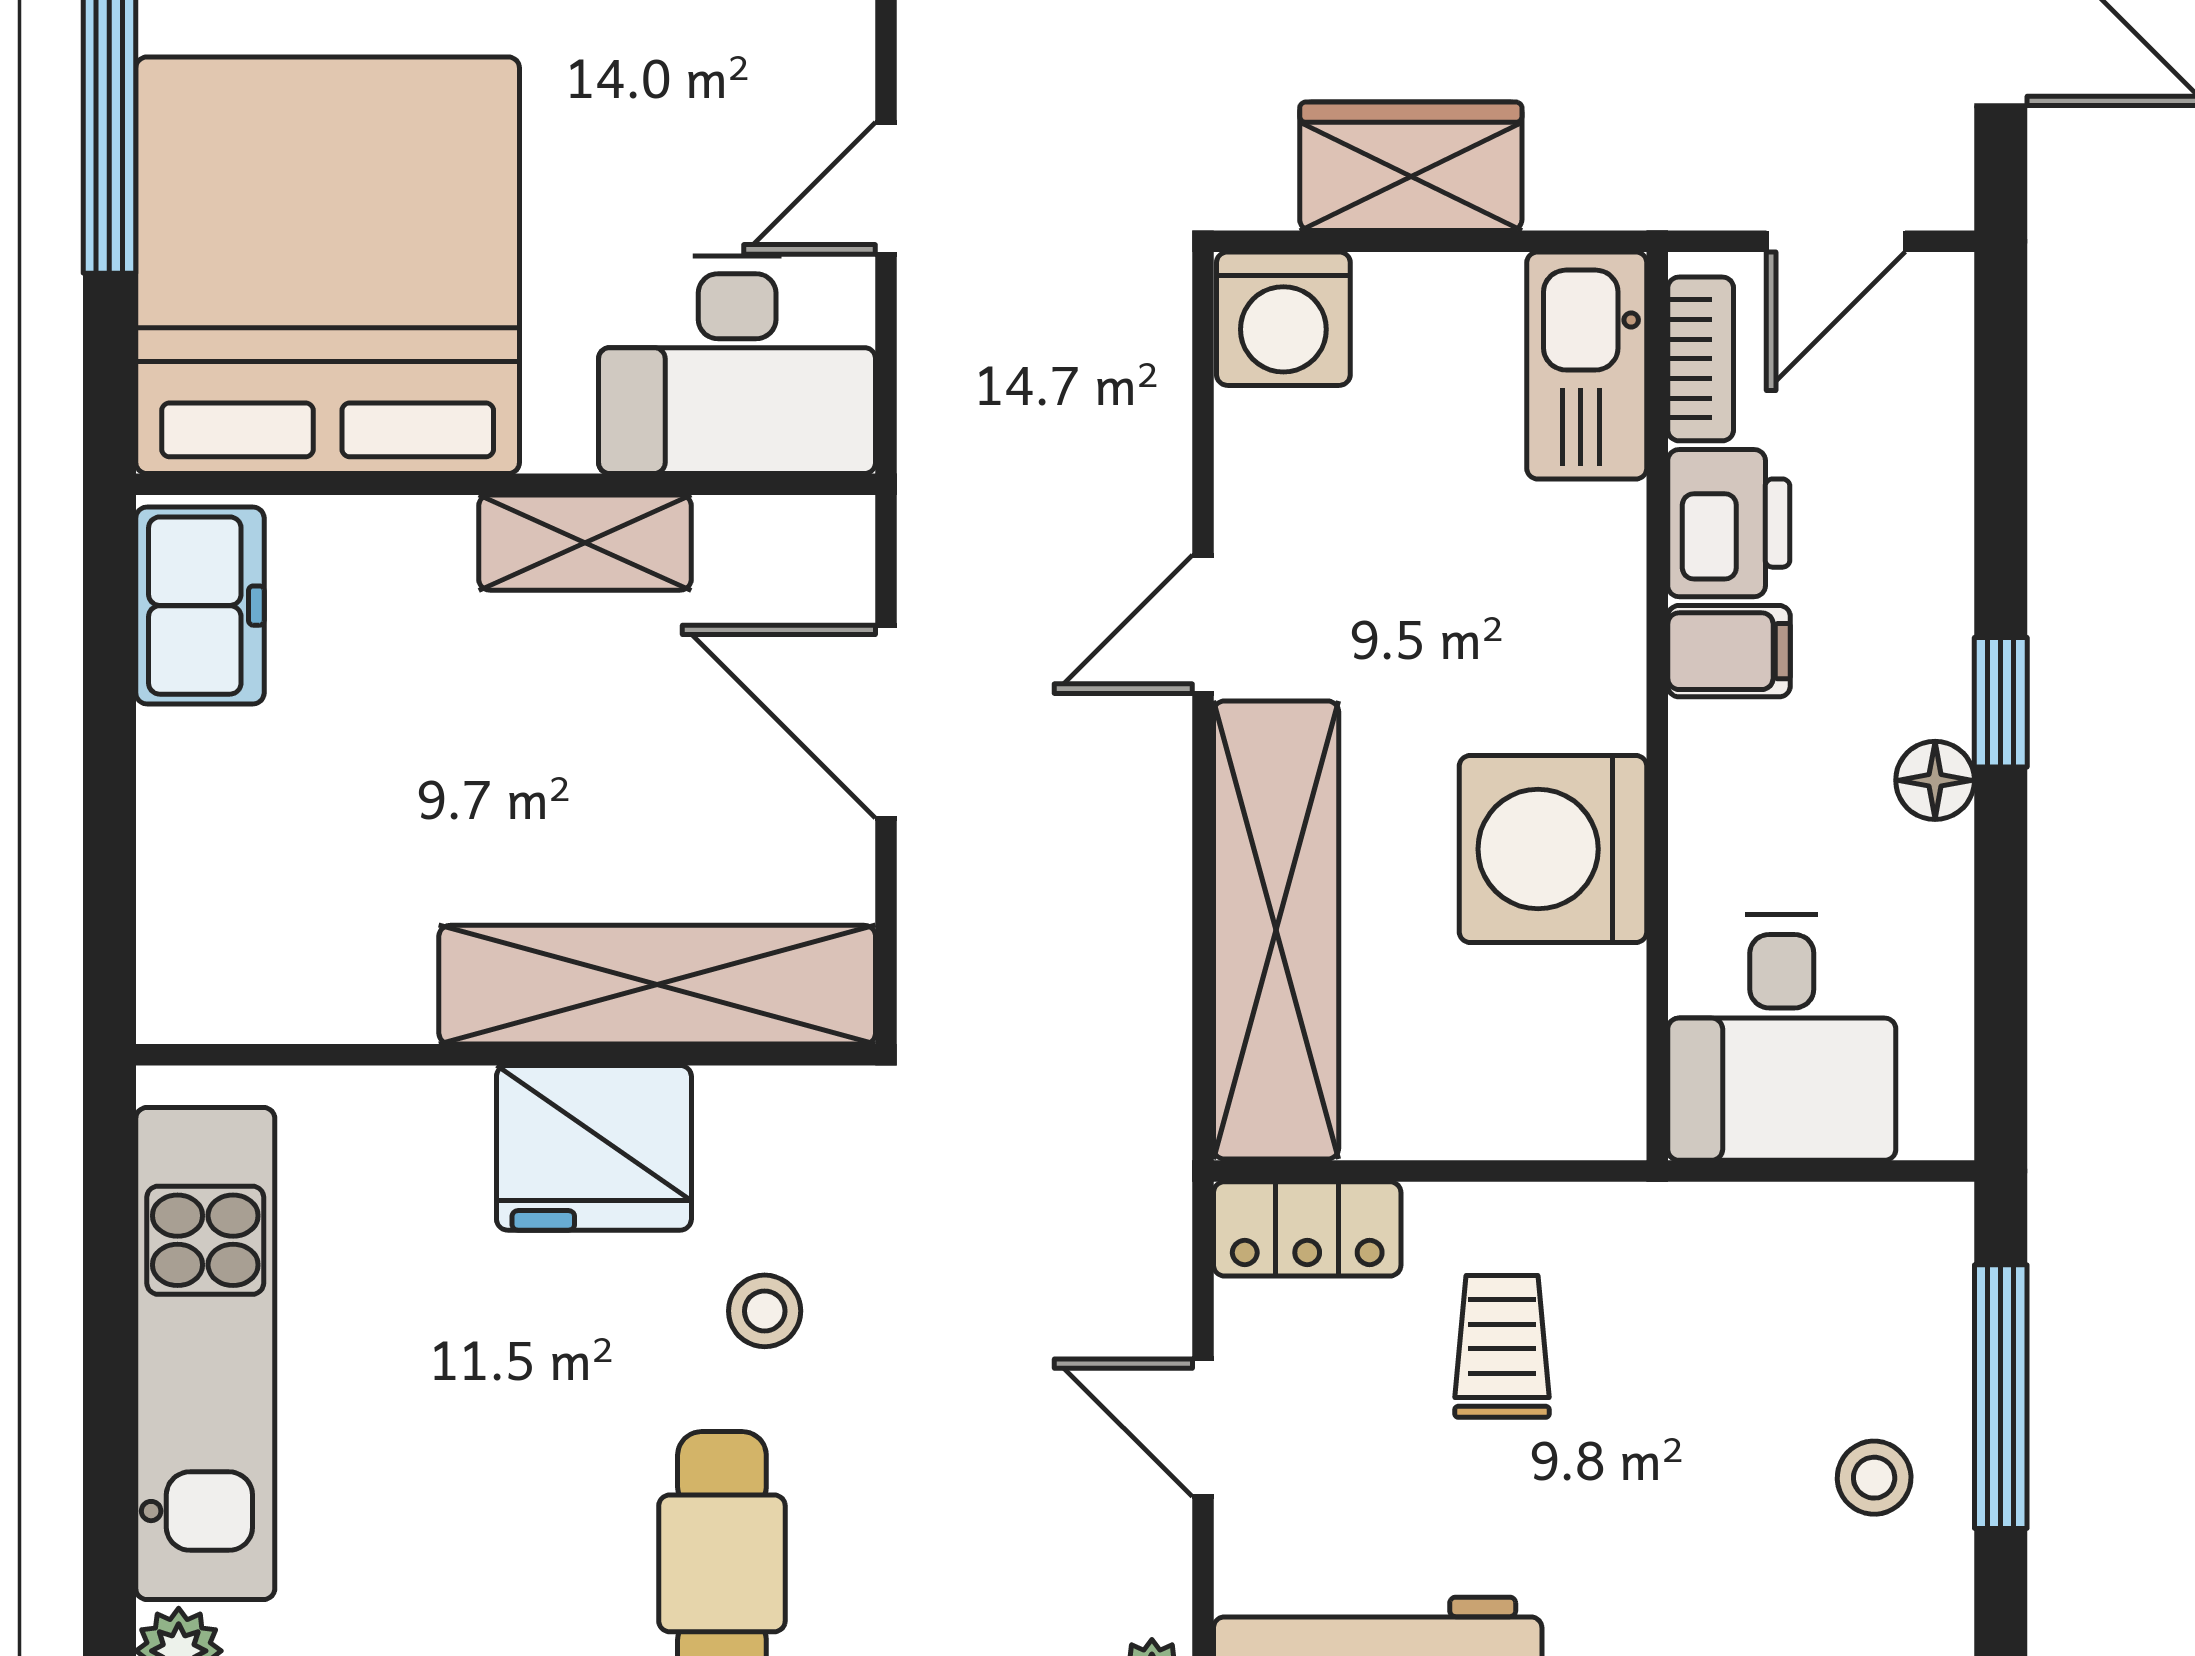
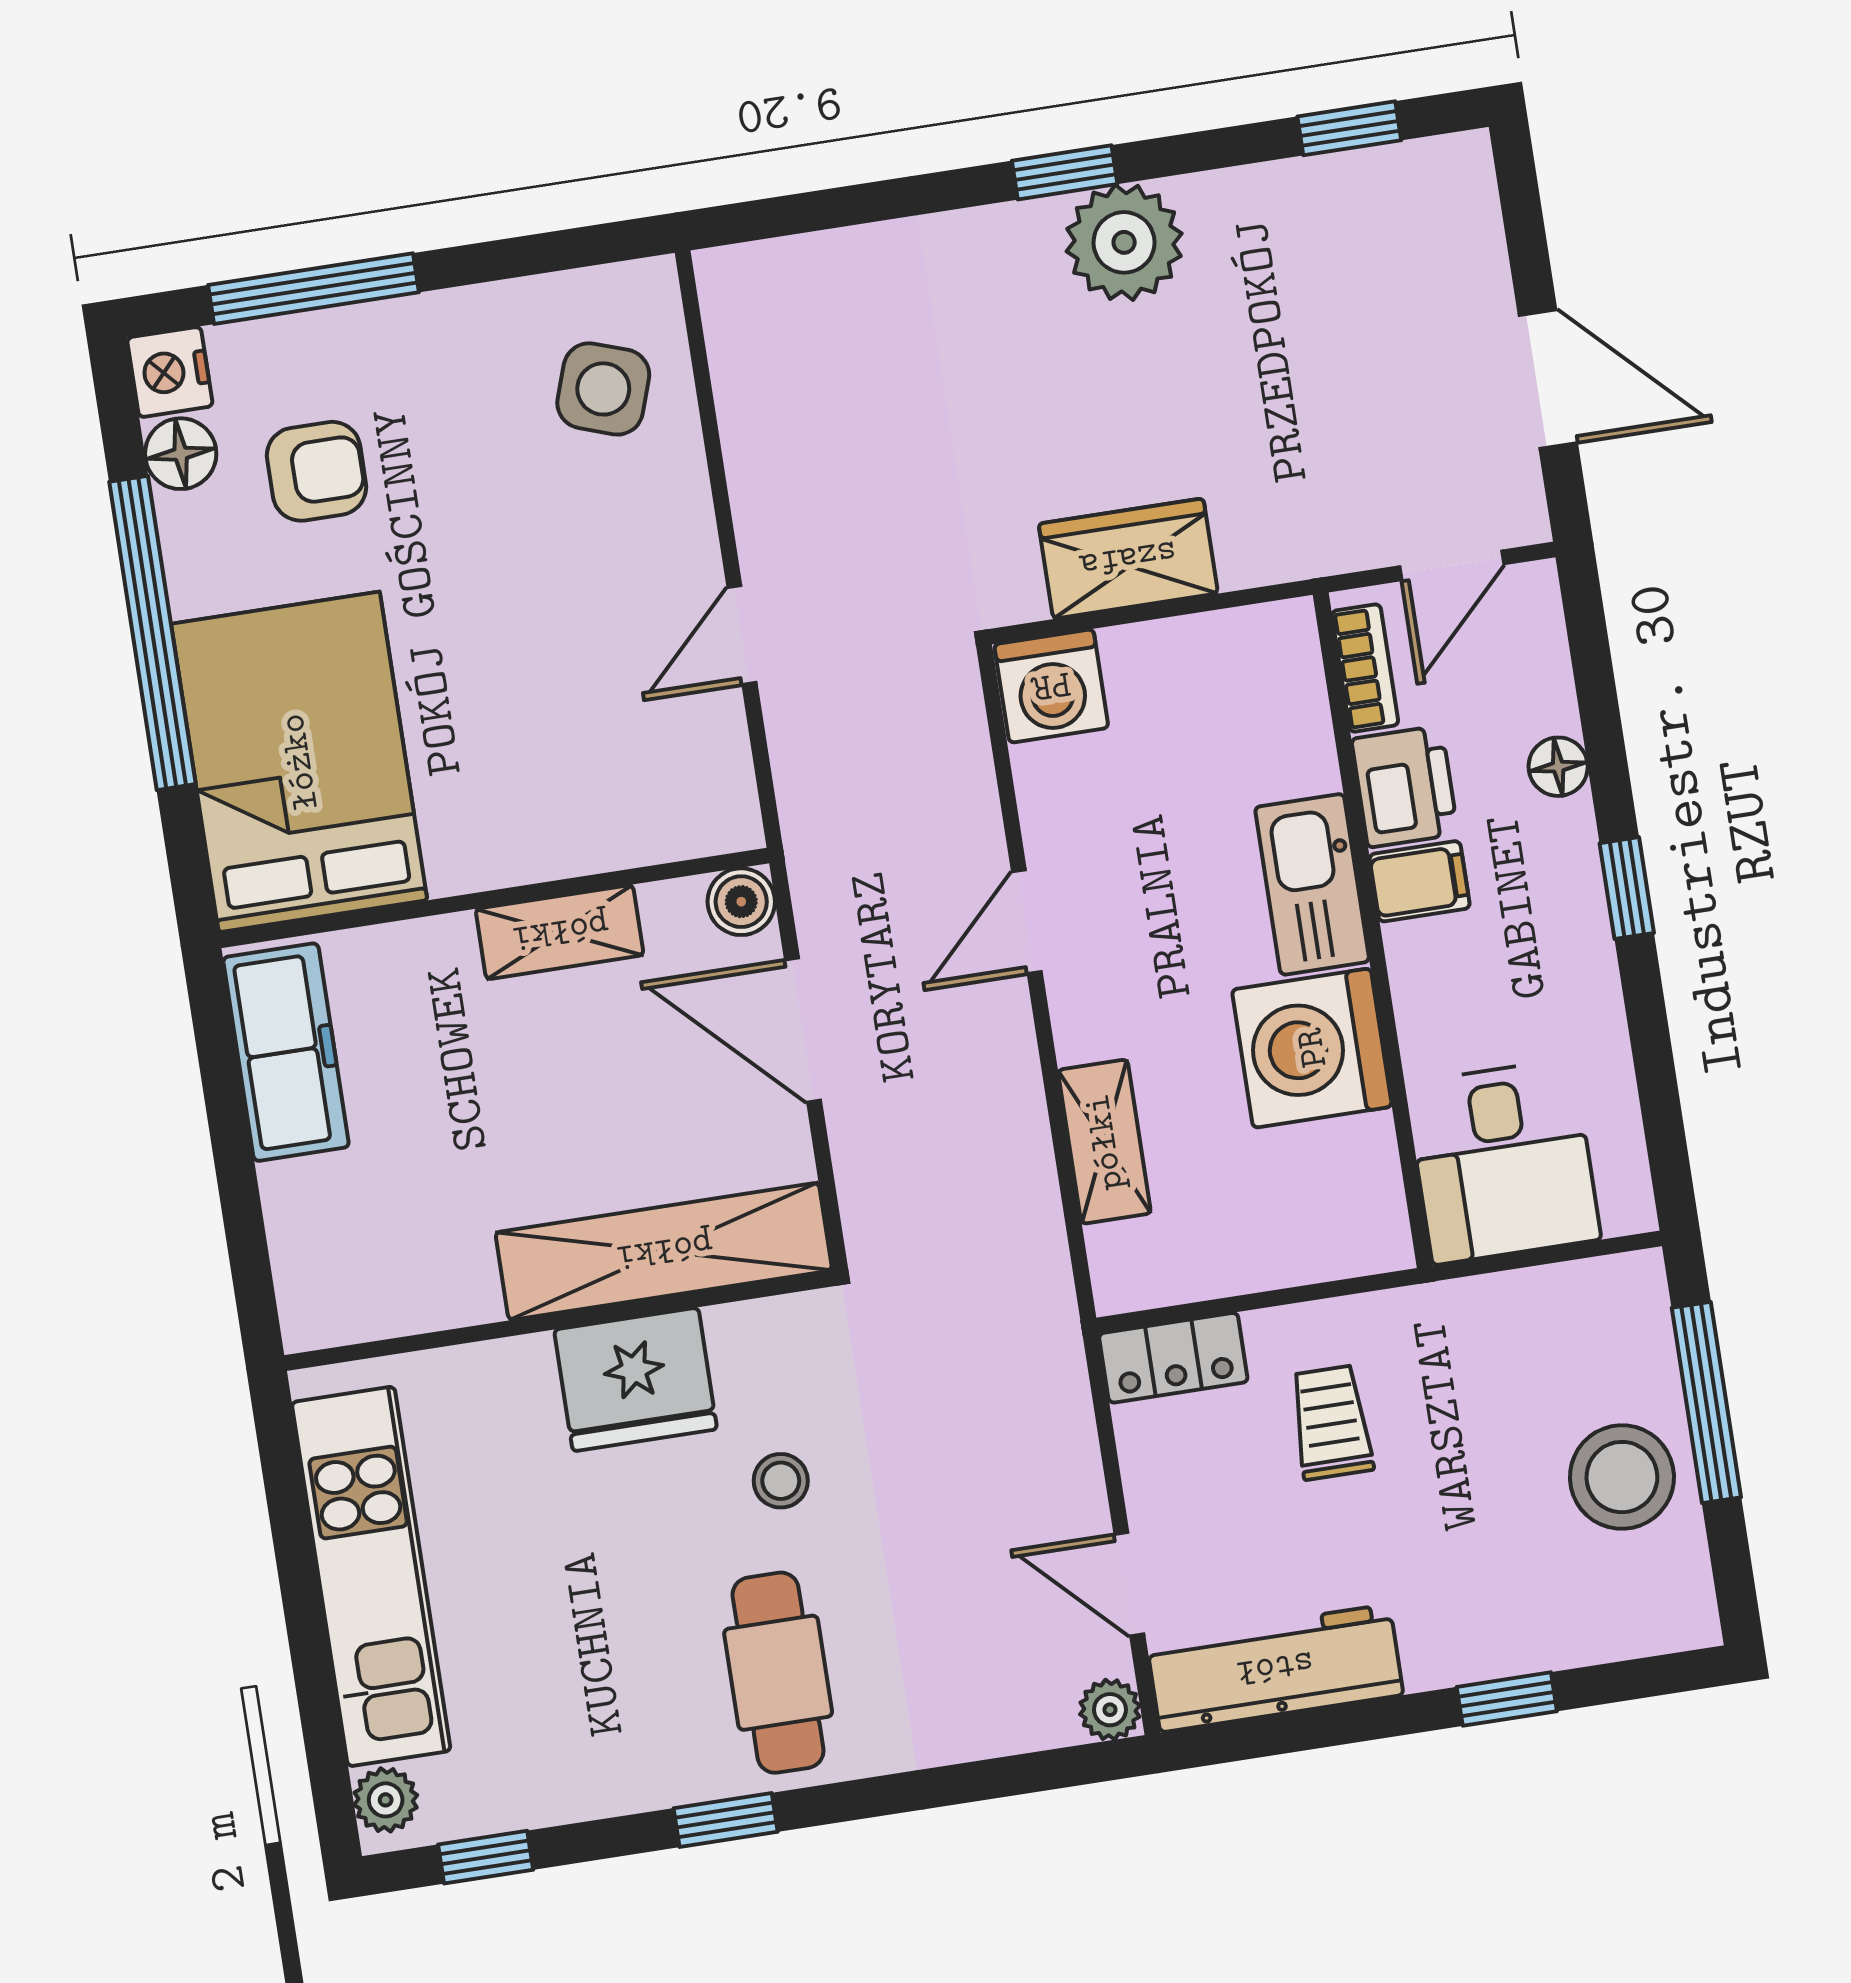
bed: (328, 265) -> (299, 762), width x0.73
desk: (737, 365) -> (652, 783), removed
kitchen sink: (1587, 365) -> (1312, 884), moved
boiler: (831, 540) -> (741, 902), added
freezer: (200, 606) -> (286, 1052), width x1.40
floor lamp: (1935, 780) -> (1558, 767), moved
shelving: (1276, 930) -> (1104, 1142), width x0.45, depth x0.75
door: (1203, 1428) -> (1129, 1584), moved
stool: (1874, 1478) -> (1622, 1477), width x1.89, depth x1.89

